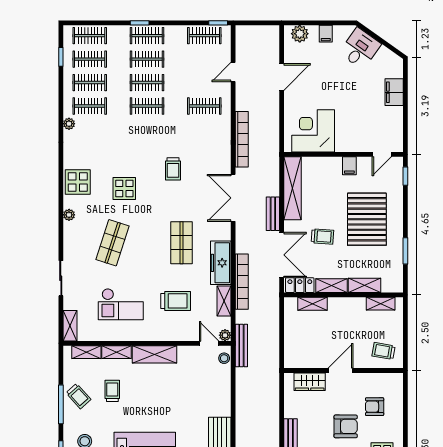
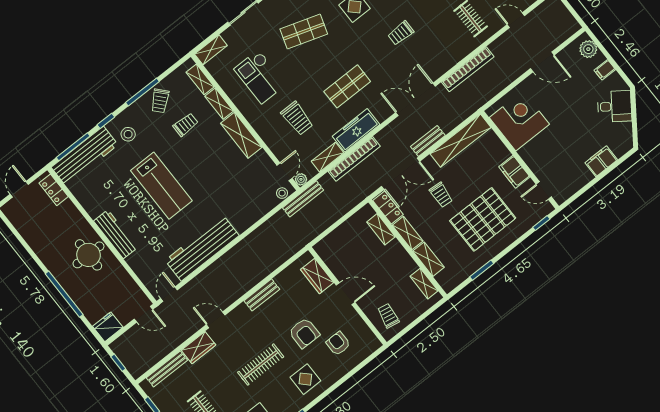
filing cabinet: (349, 166) -> (514, 172), width x2.00

